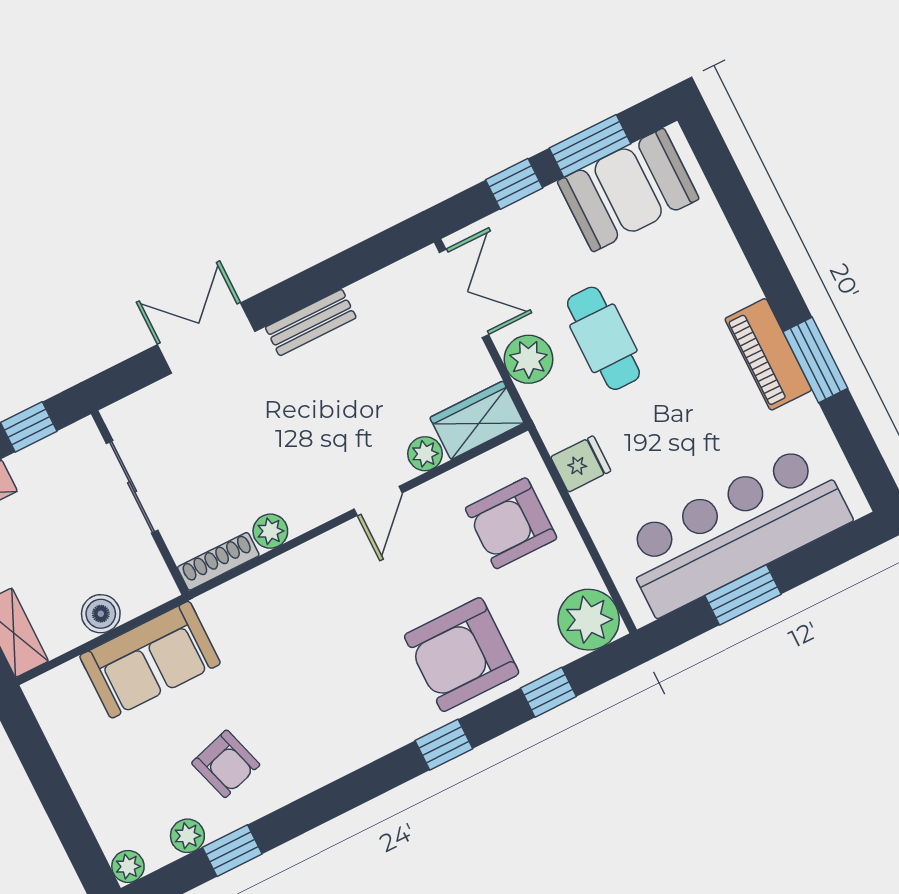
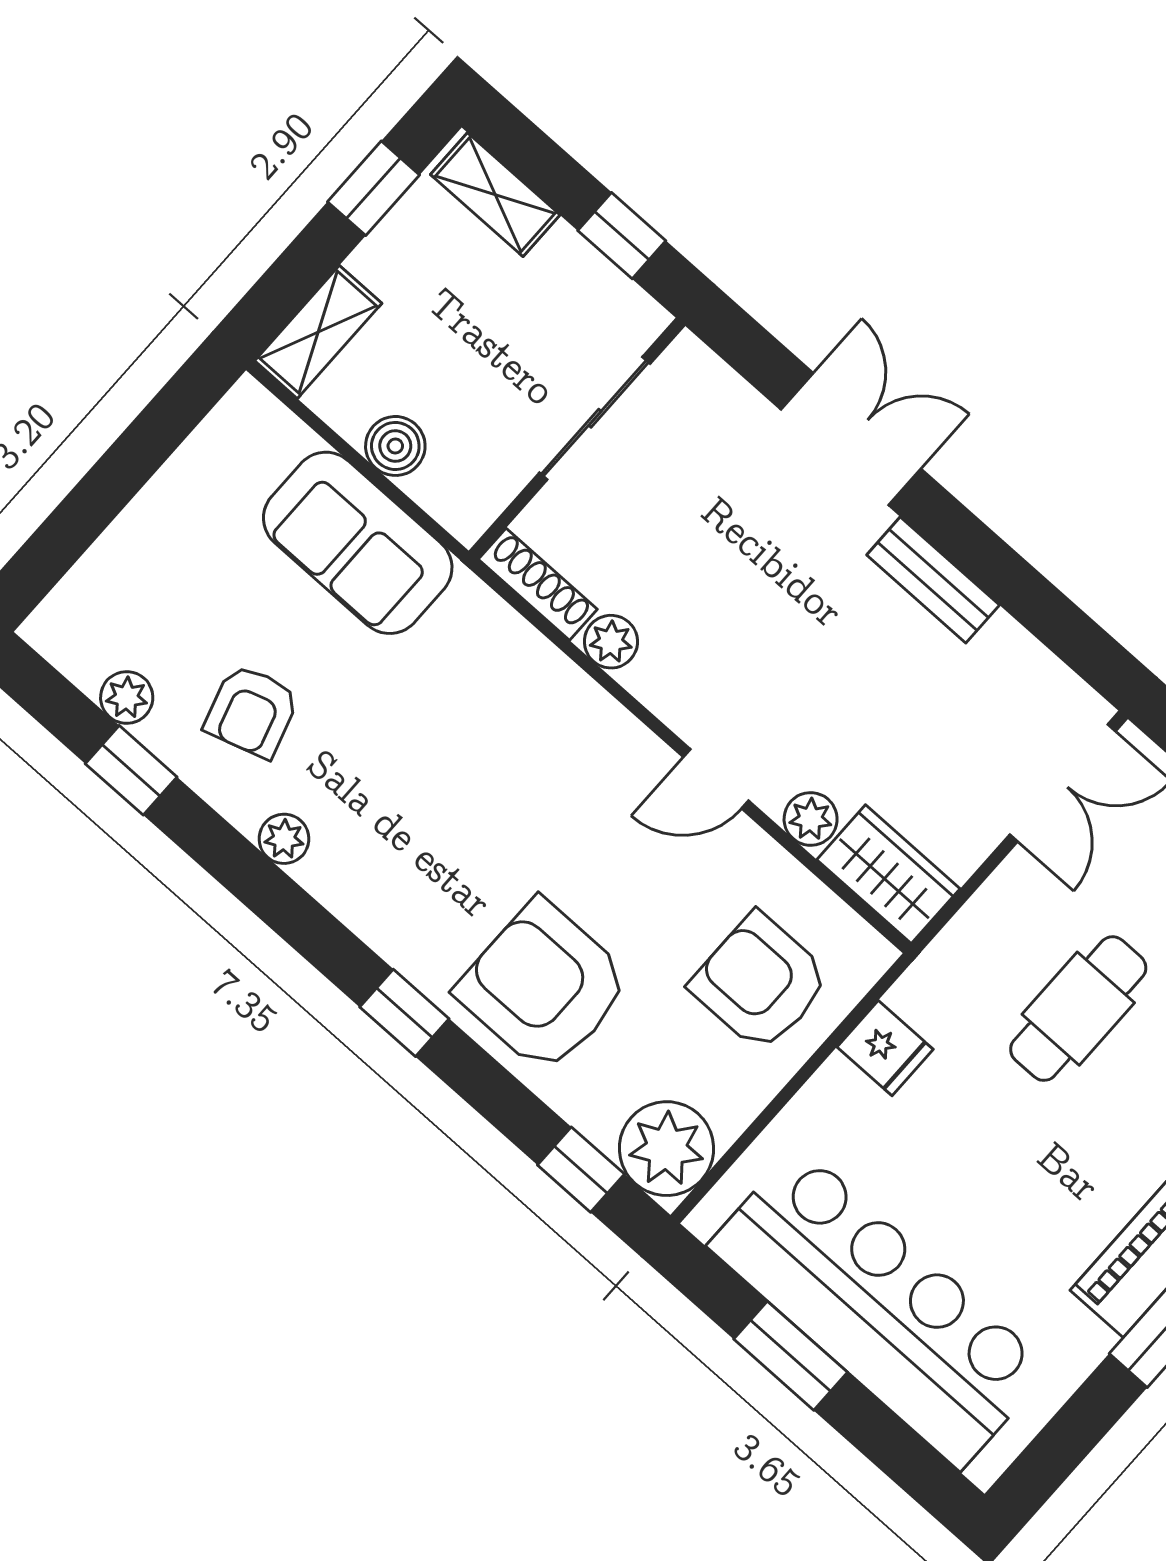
plant: (529, 359) -> (1005, 913), removed
window: (548, 692) -> (581, 1170), moved
plant: (128, 866) -> (284, 839), moved

